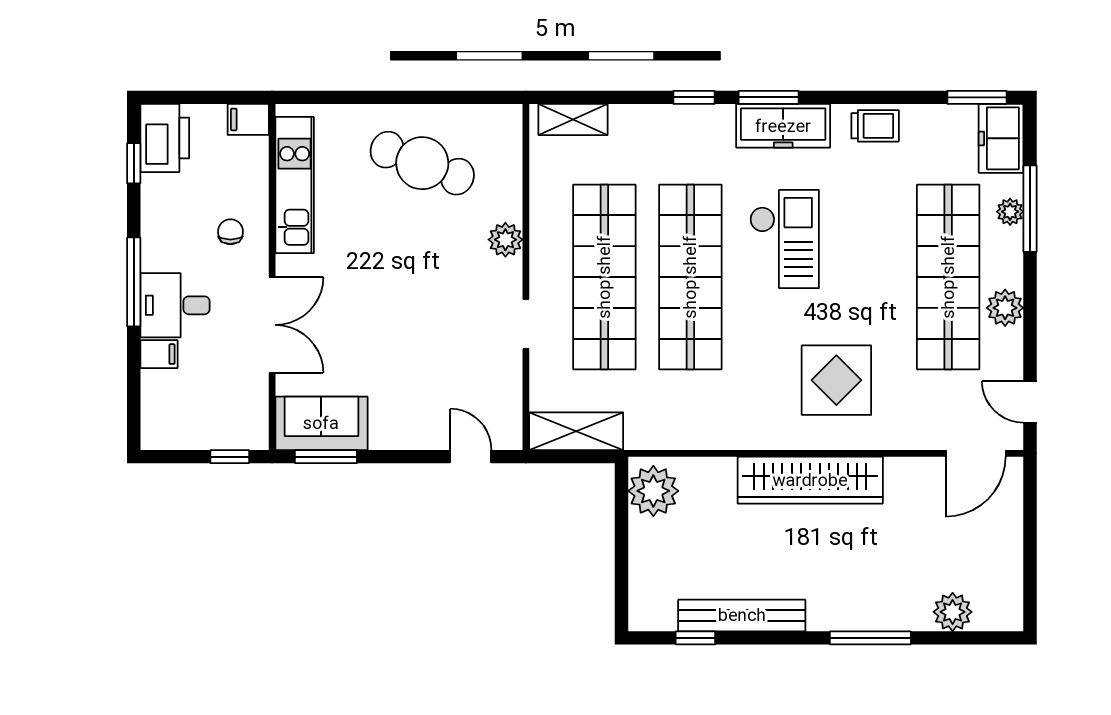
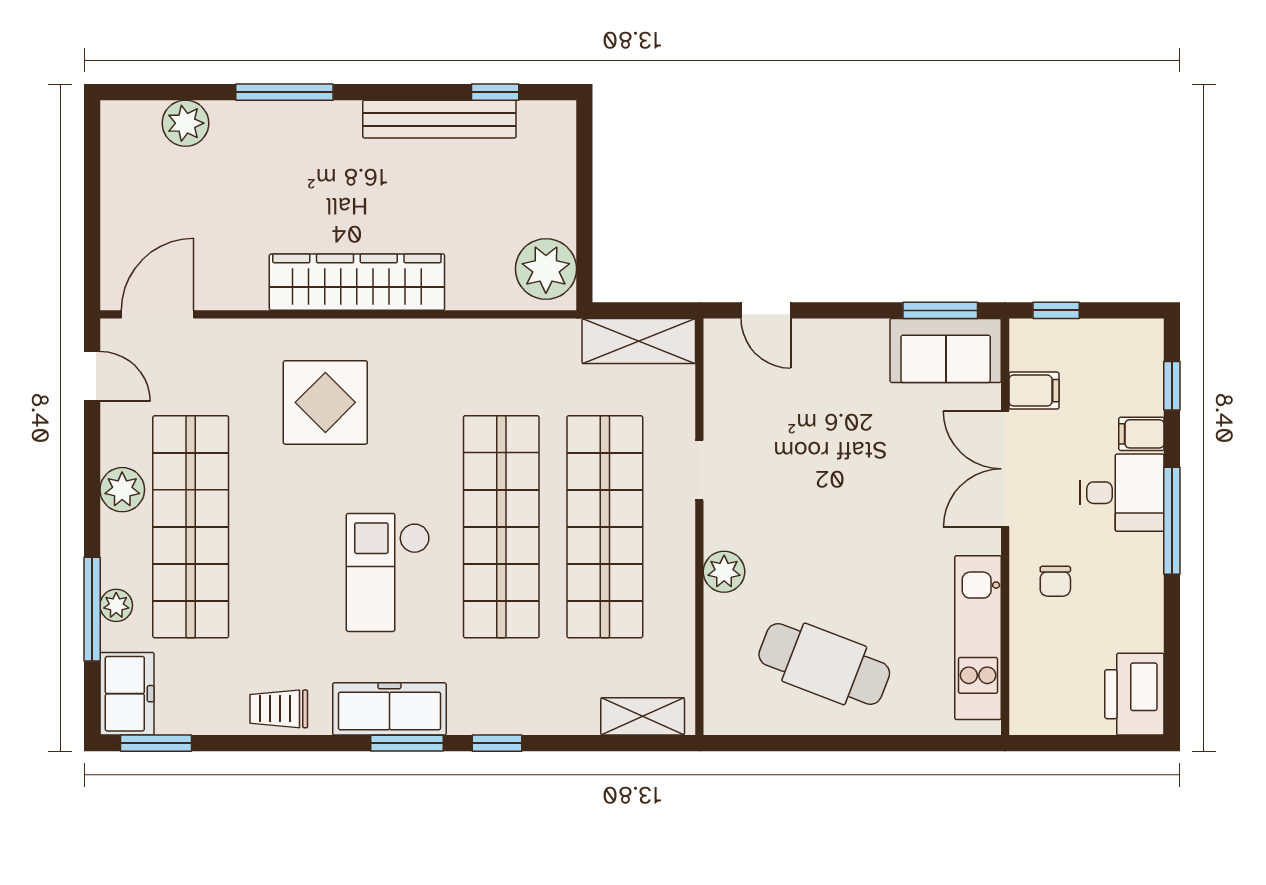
filing cabinet: (248, 119) -> (1034, 391), moved
window: (134, 163) -> (1172, 386), moved

